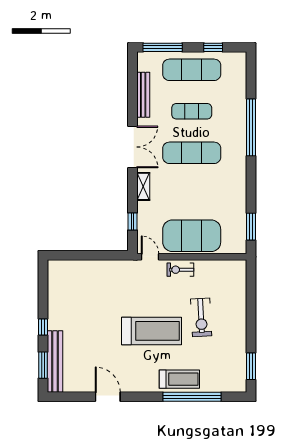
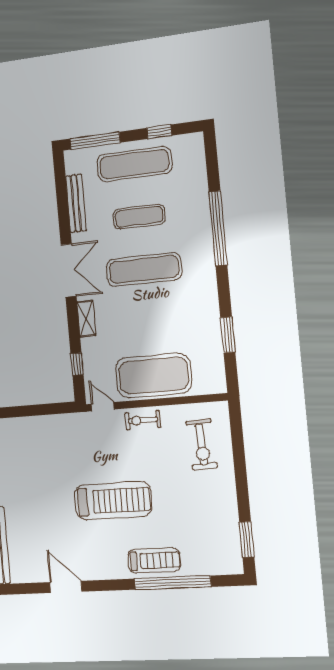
window: (251, 227) -> (228, 335), moved
exercise bike: (201, 317) -> (202, 444), moved

